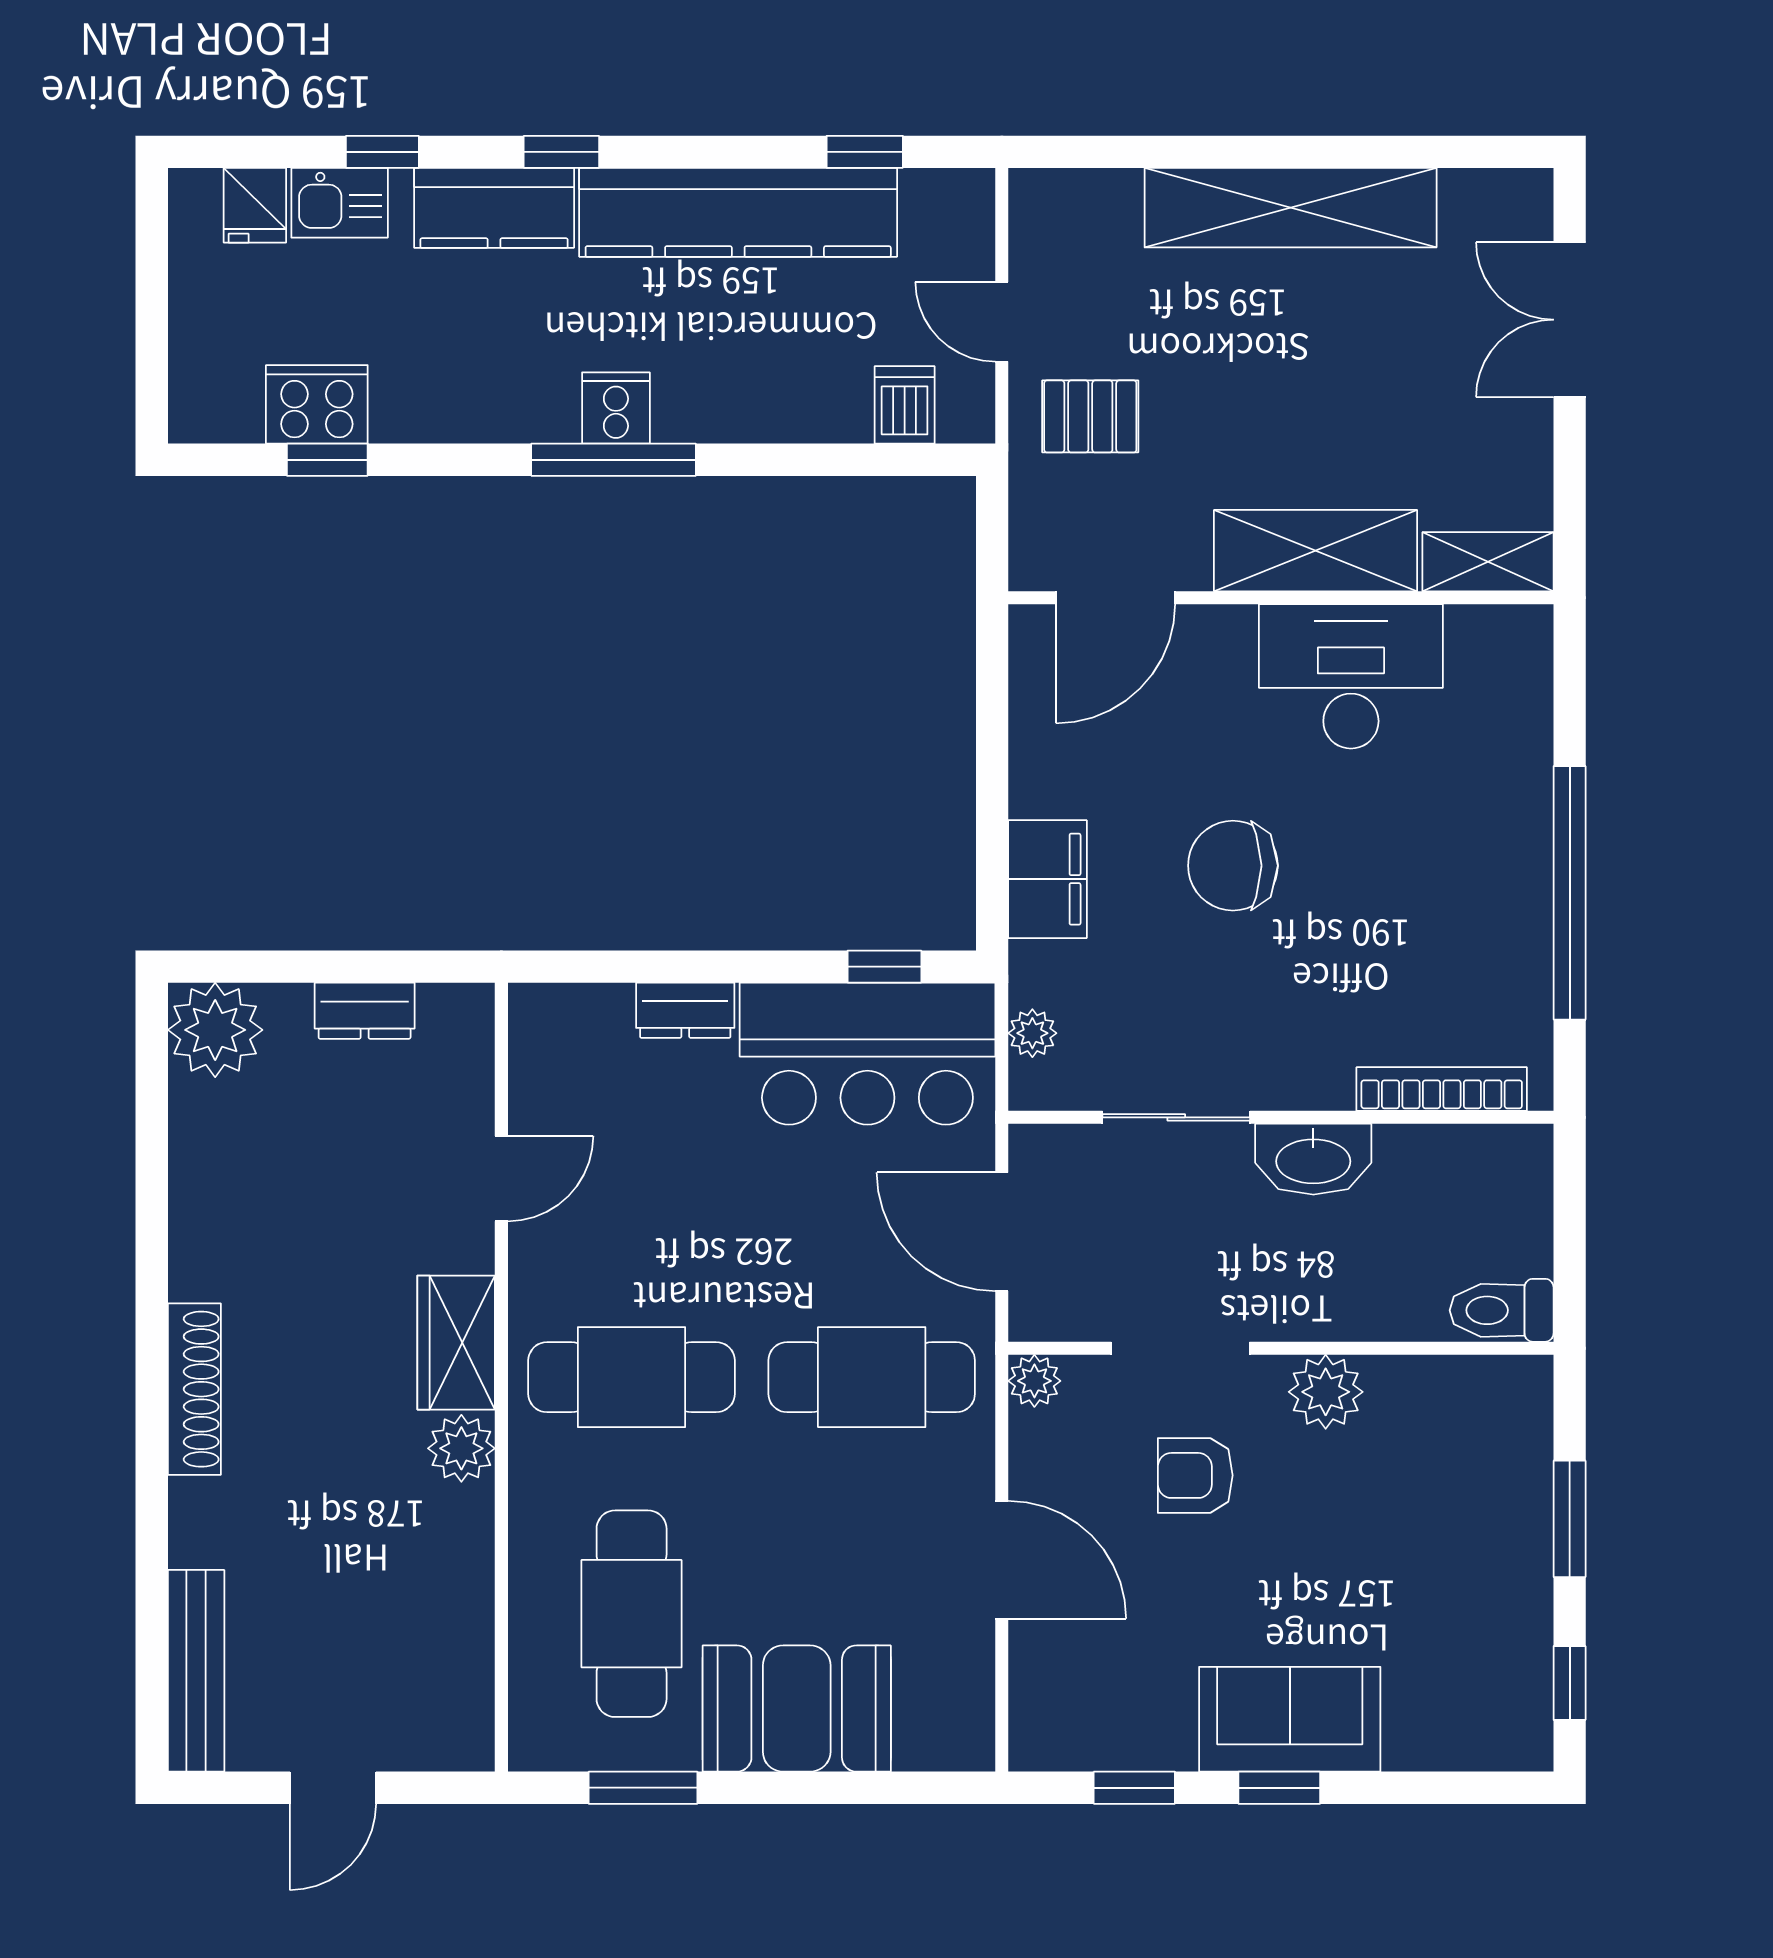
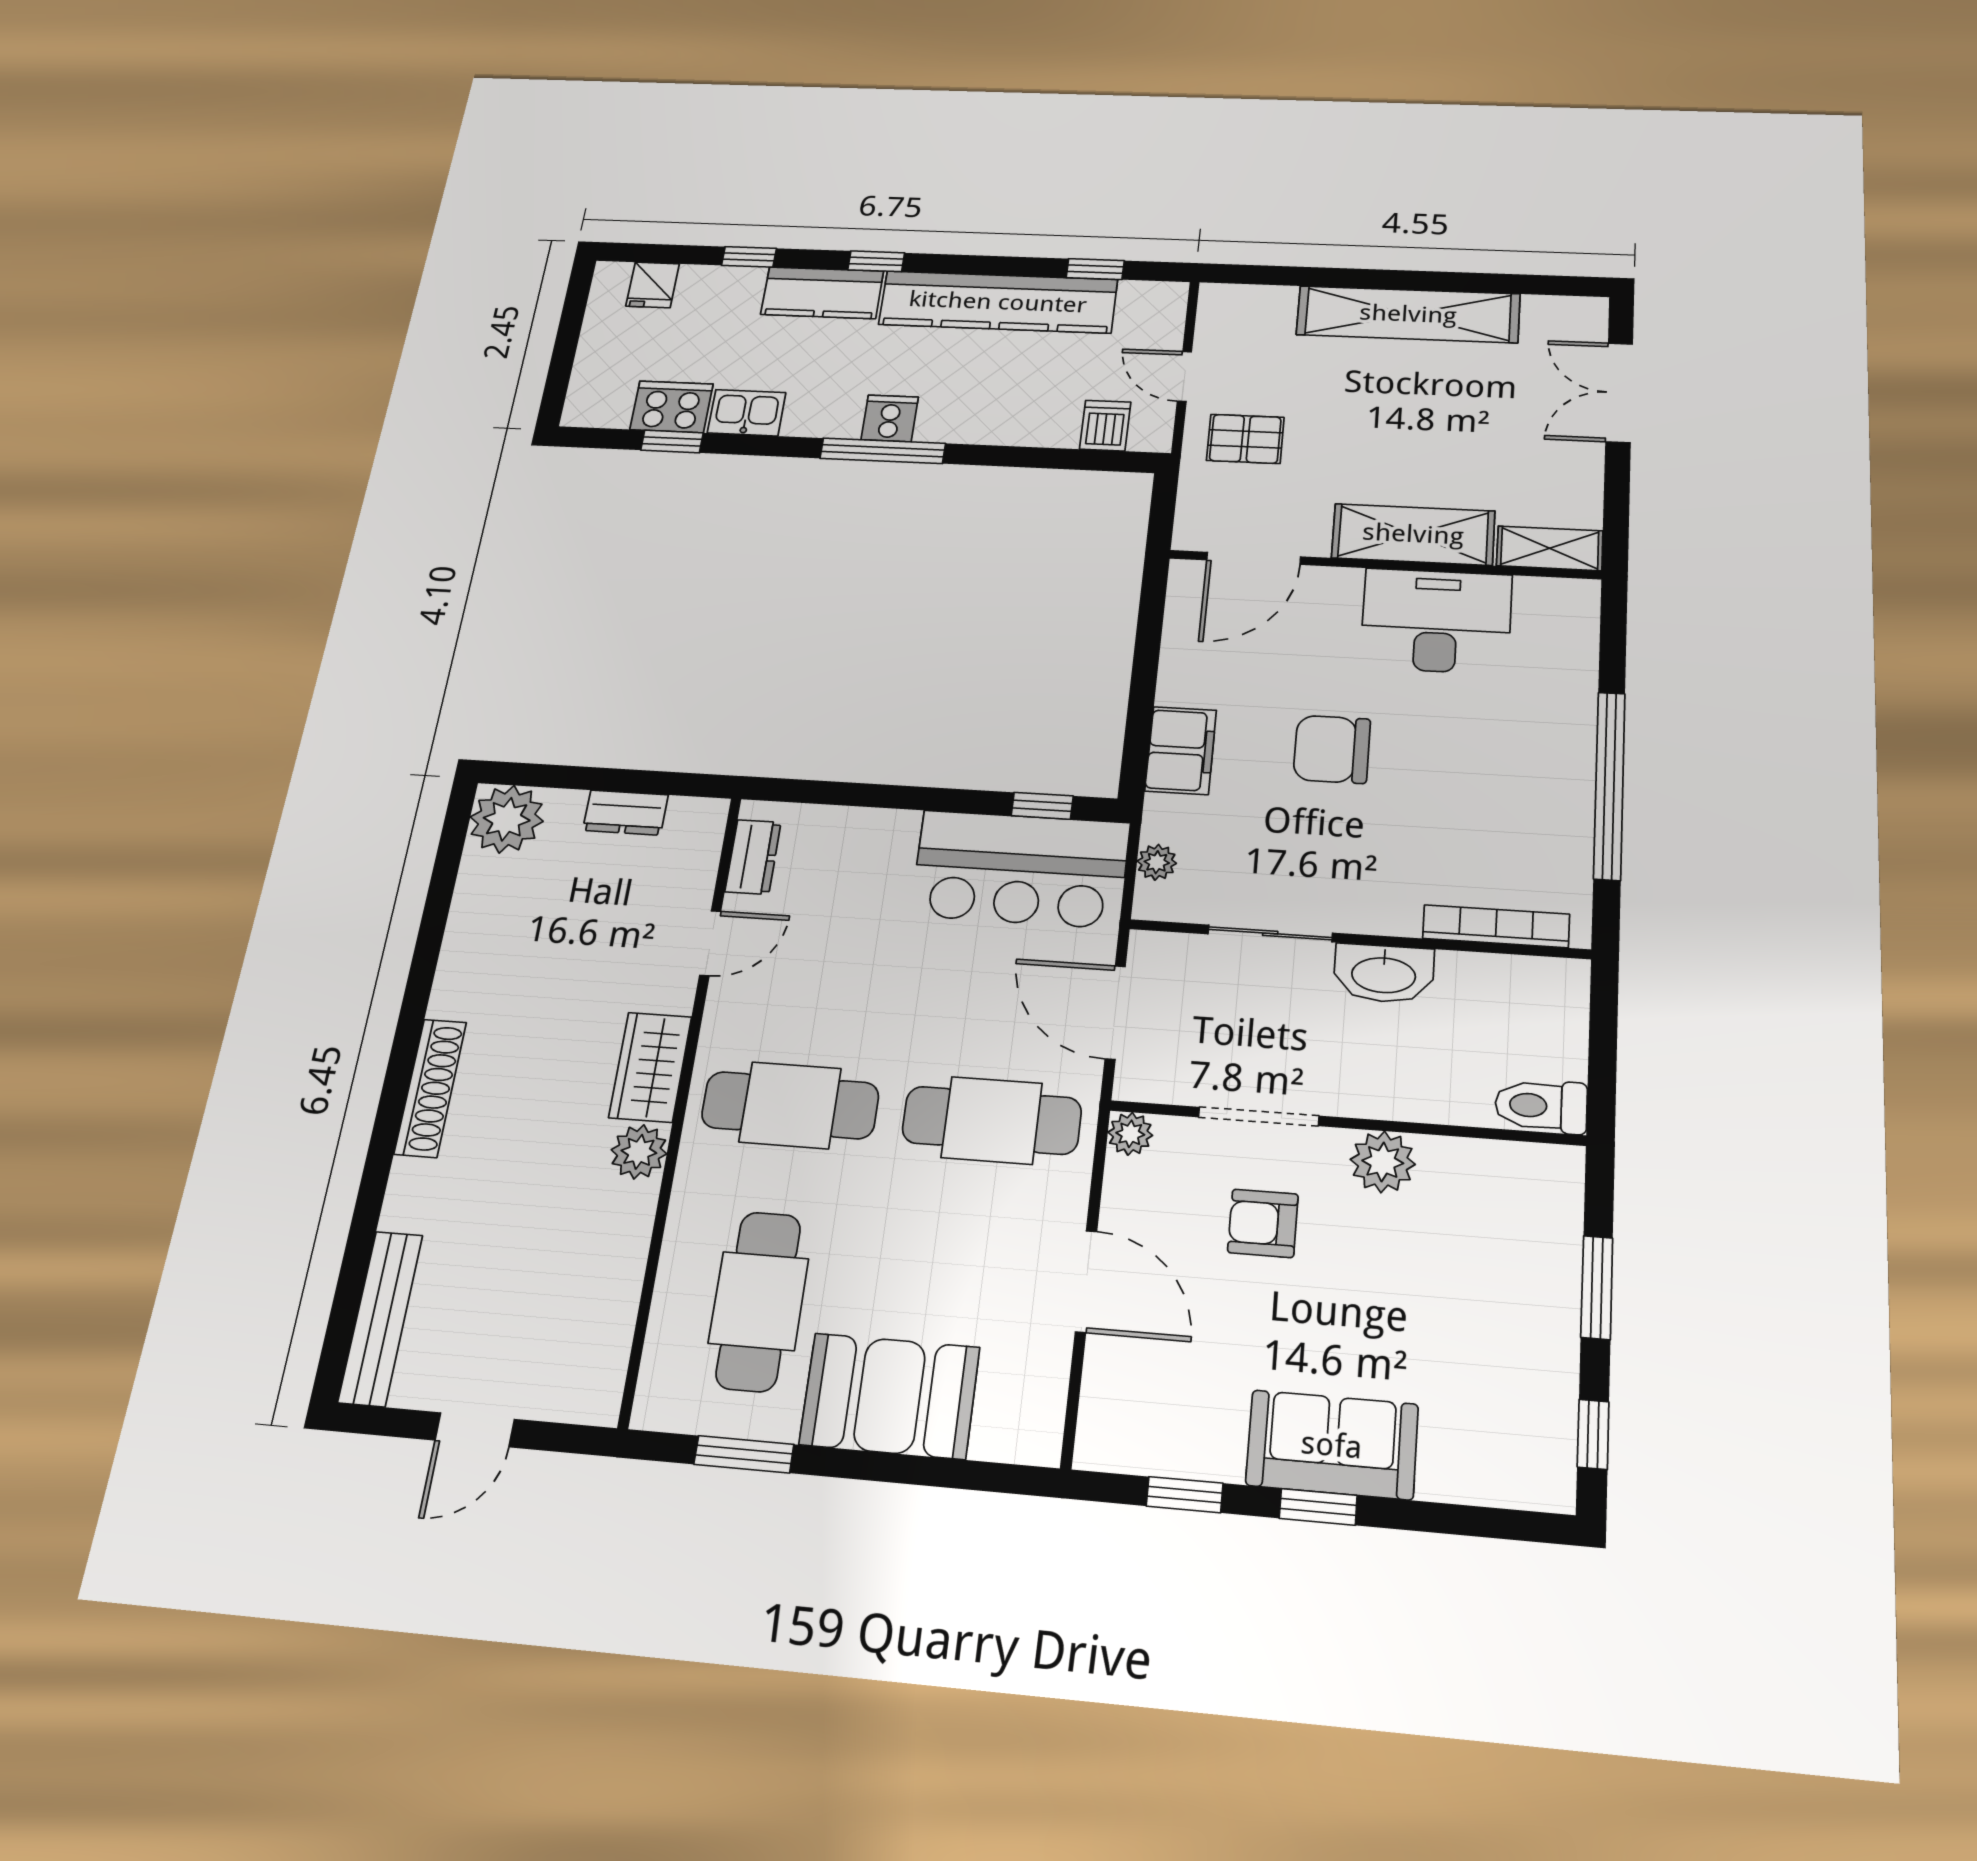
kitchen sink: (340, 203) -> (747, 413), moved, turned 180
dresser: (685, 1010) -> (753, 857), moved, turned -90

